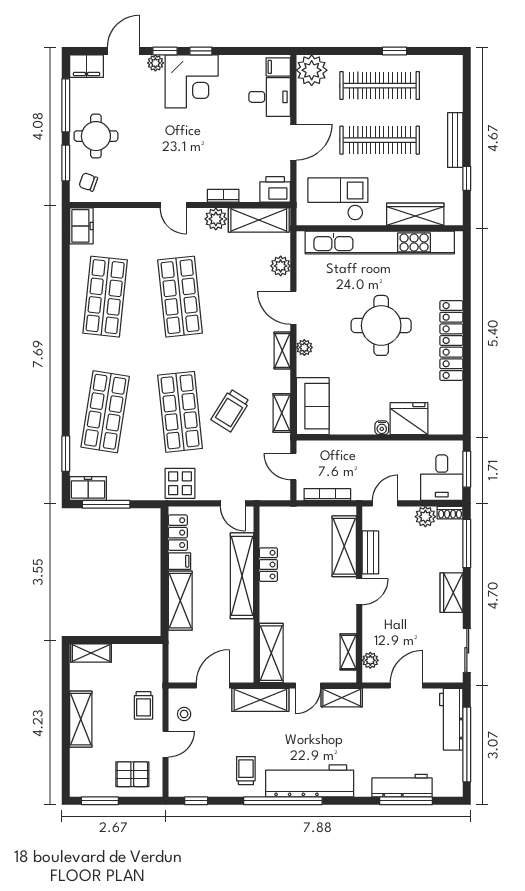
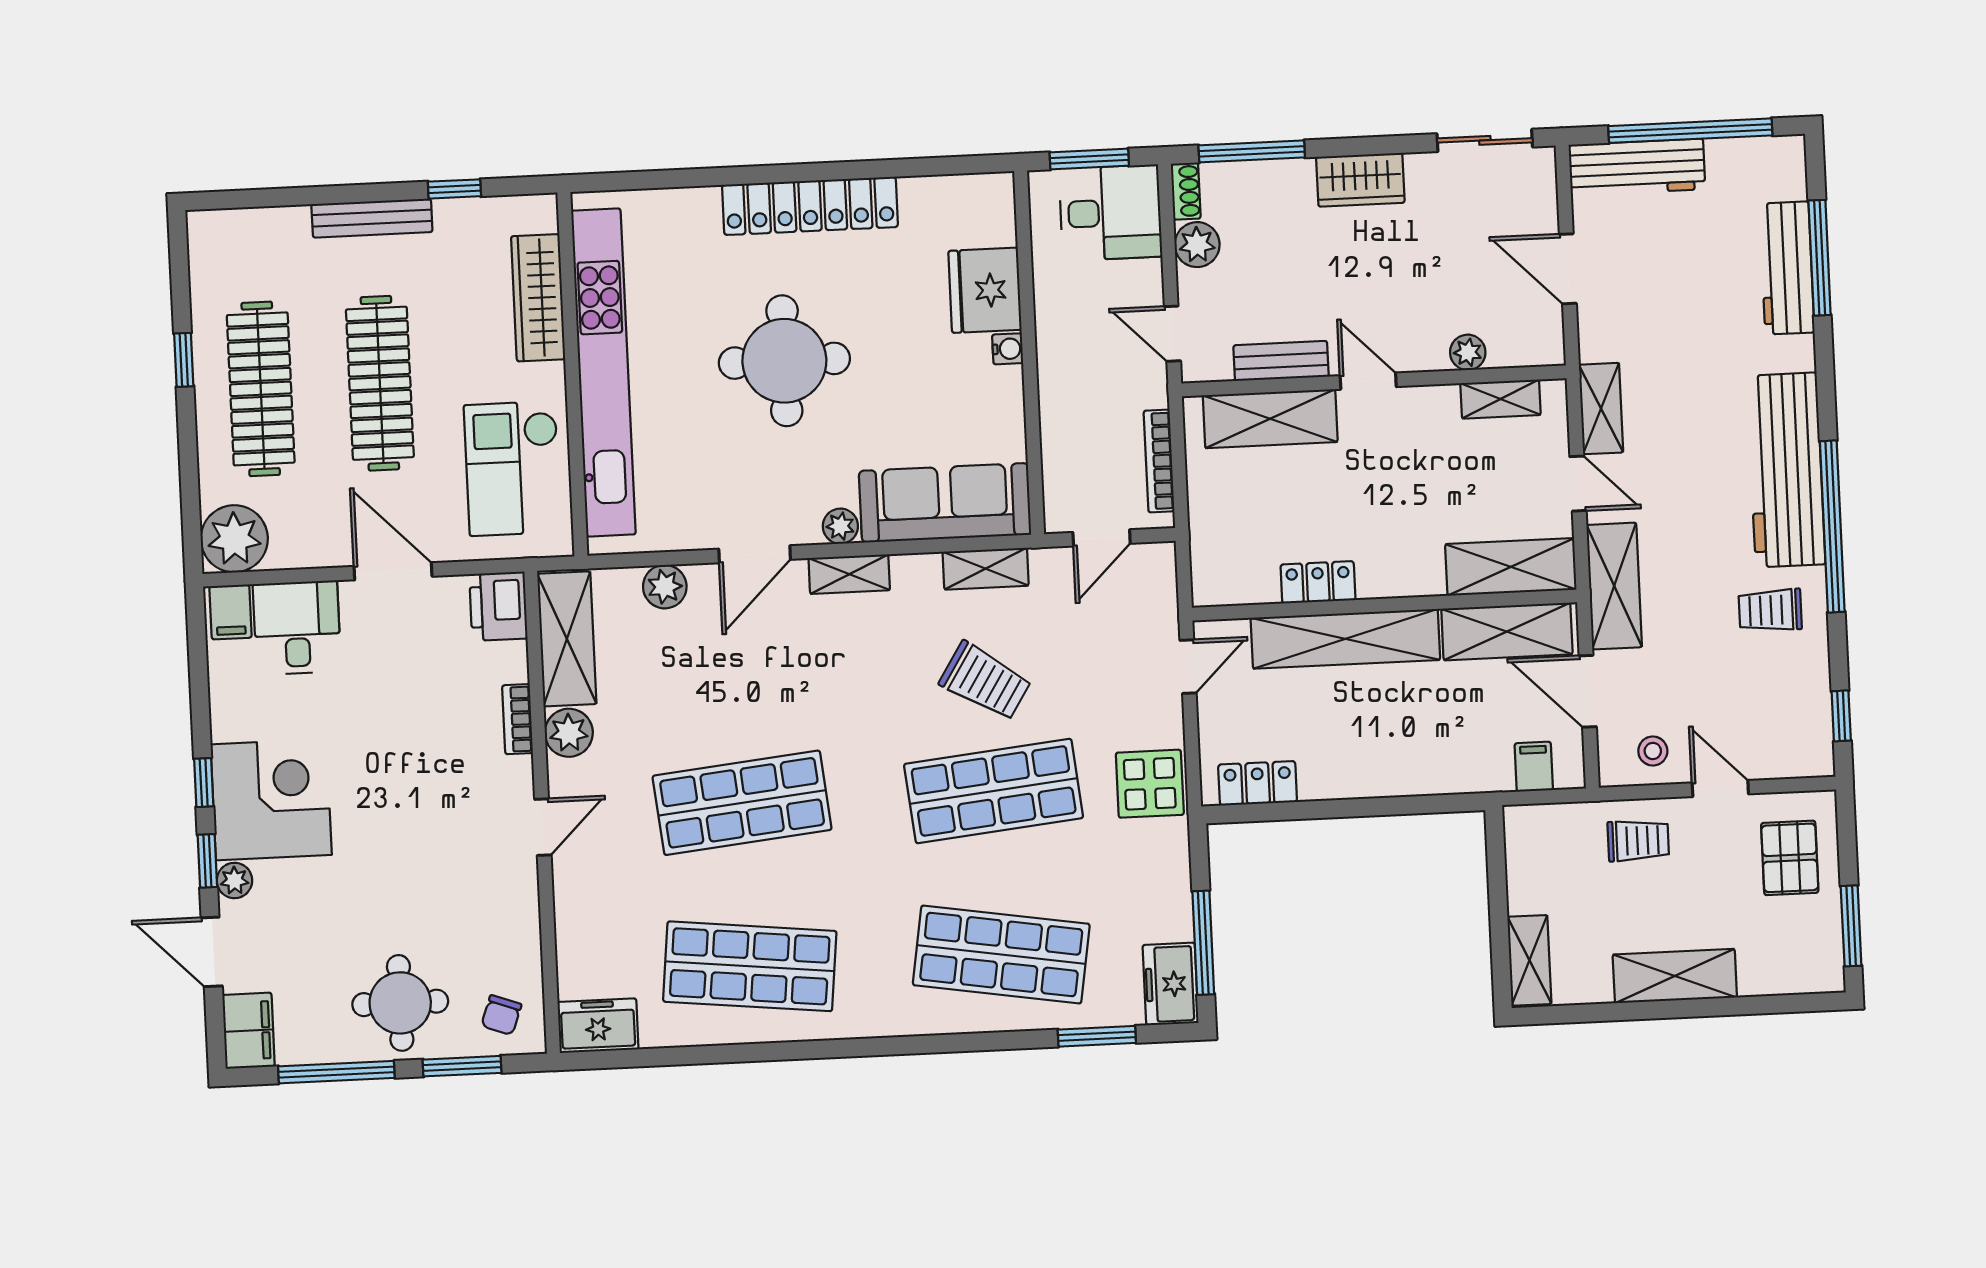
sofa: (313, 406) -> (945, 503), width x1.36
filing cabinet: (179, 561) -> (1534, 767), moved
shelving: (180, 601) -> (1507, 632), moved
plant: (370, 660) -> (1468, 352), moved

